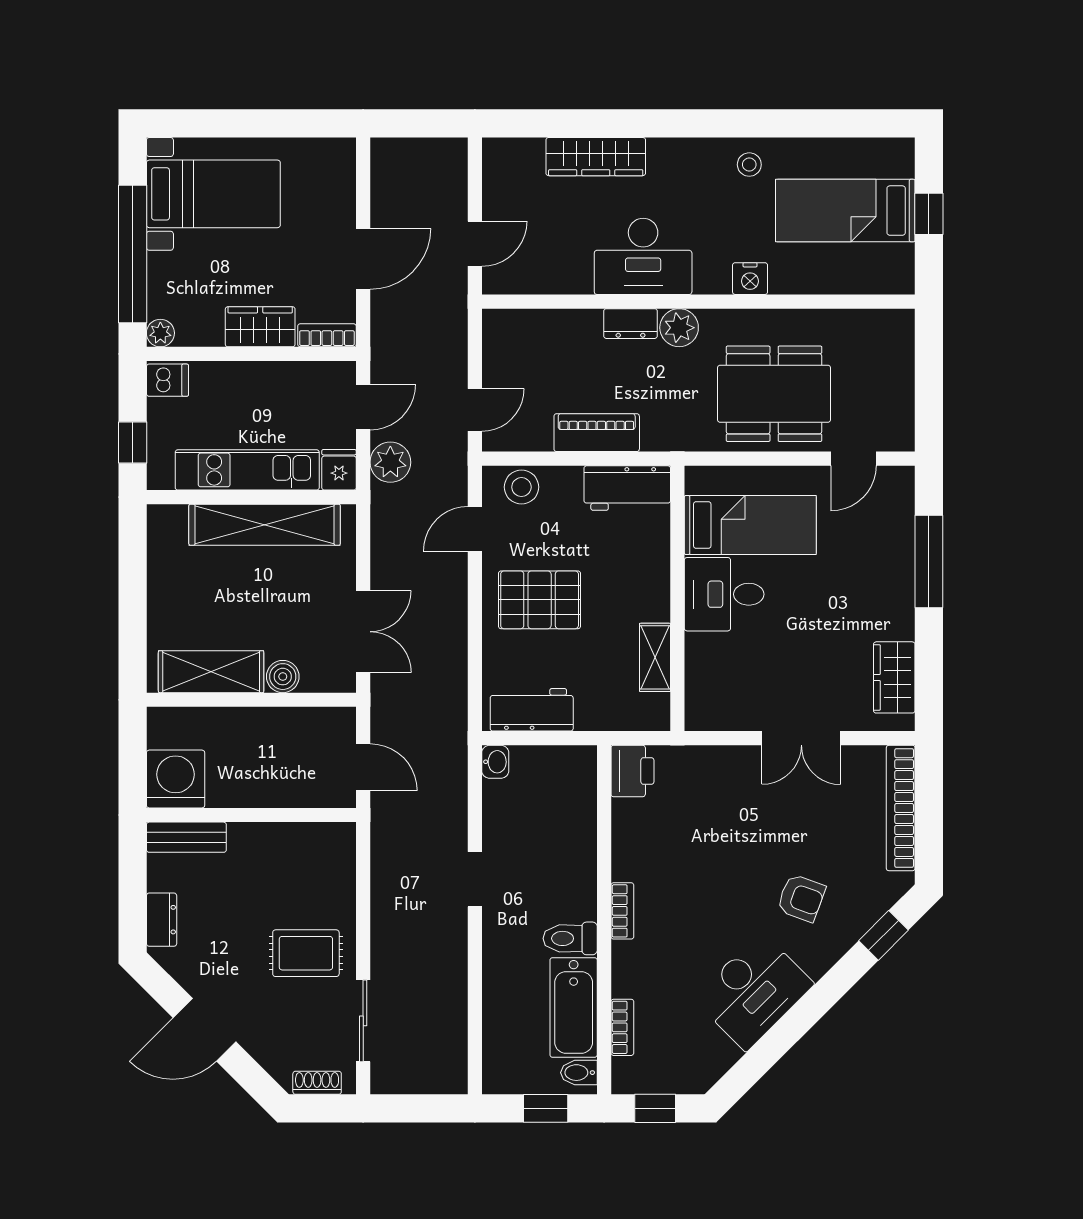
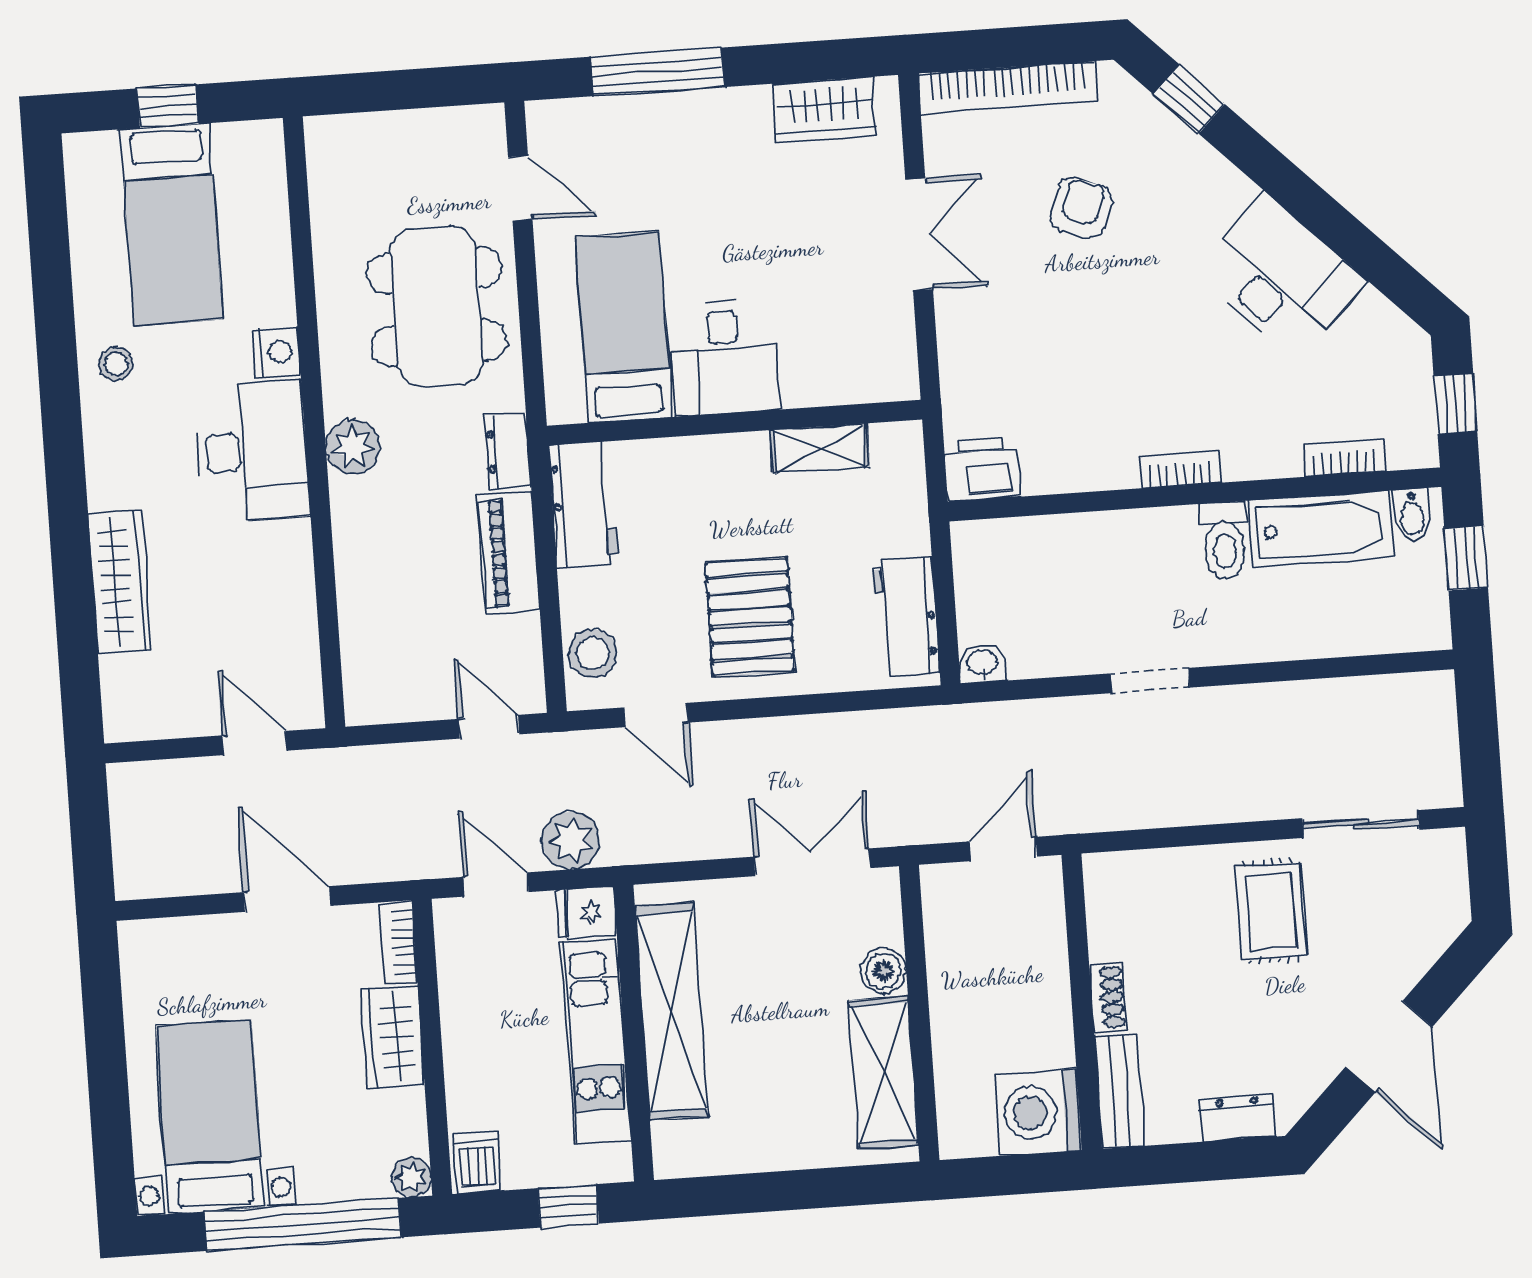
desk: (643, 256) -> (252, 451), moved
dresser: (631, 324) -> (507, 451), moved, turned 180
armchair: (801, 898) -> (1081, 208), moved
shoe rack: (317, 1083) -> (1108, 997), moved, turned 180

